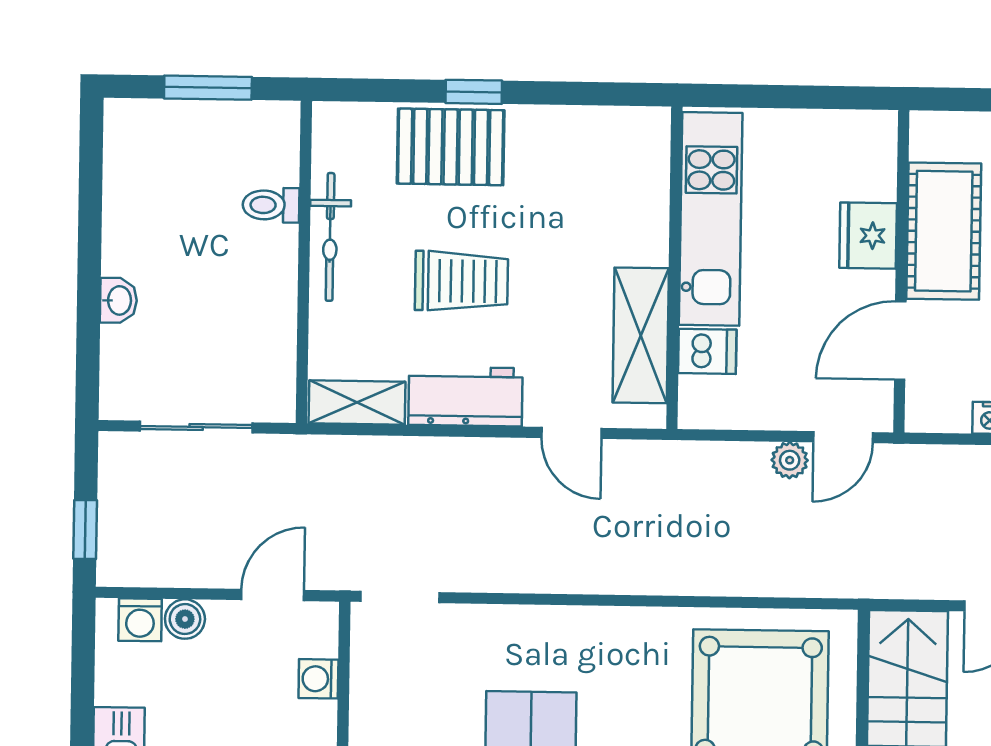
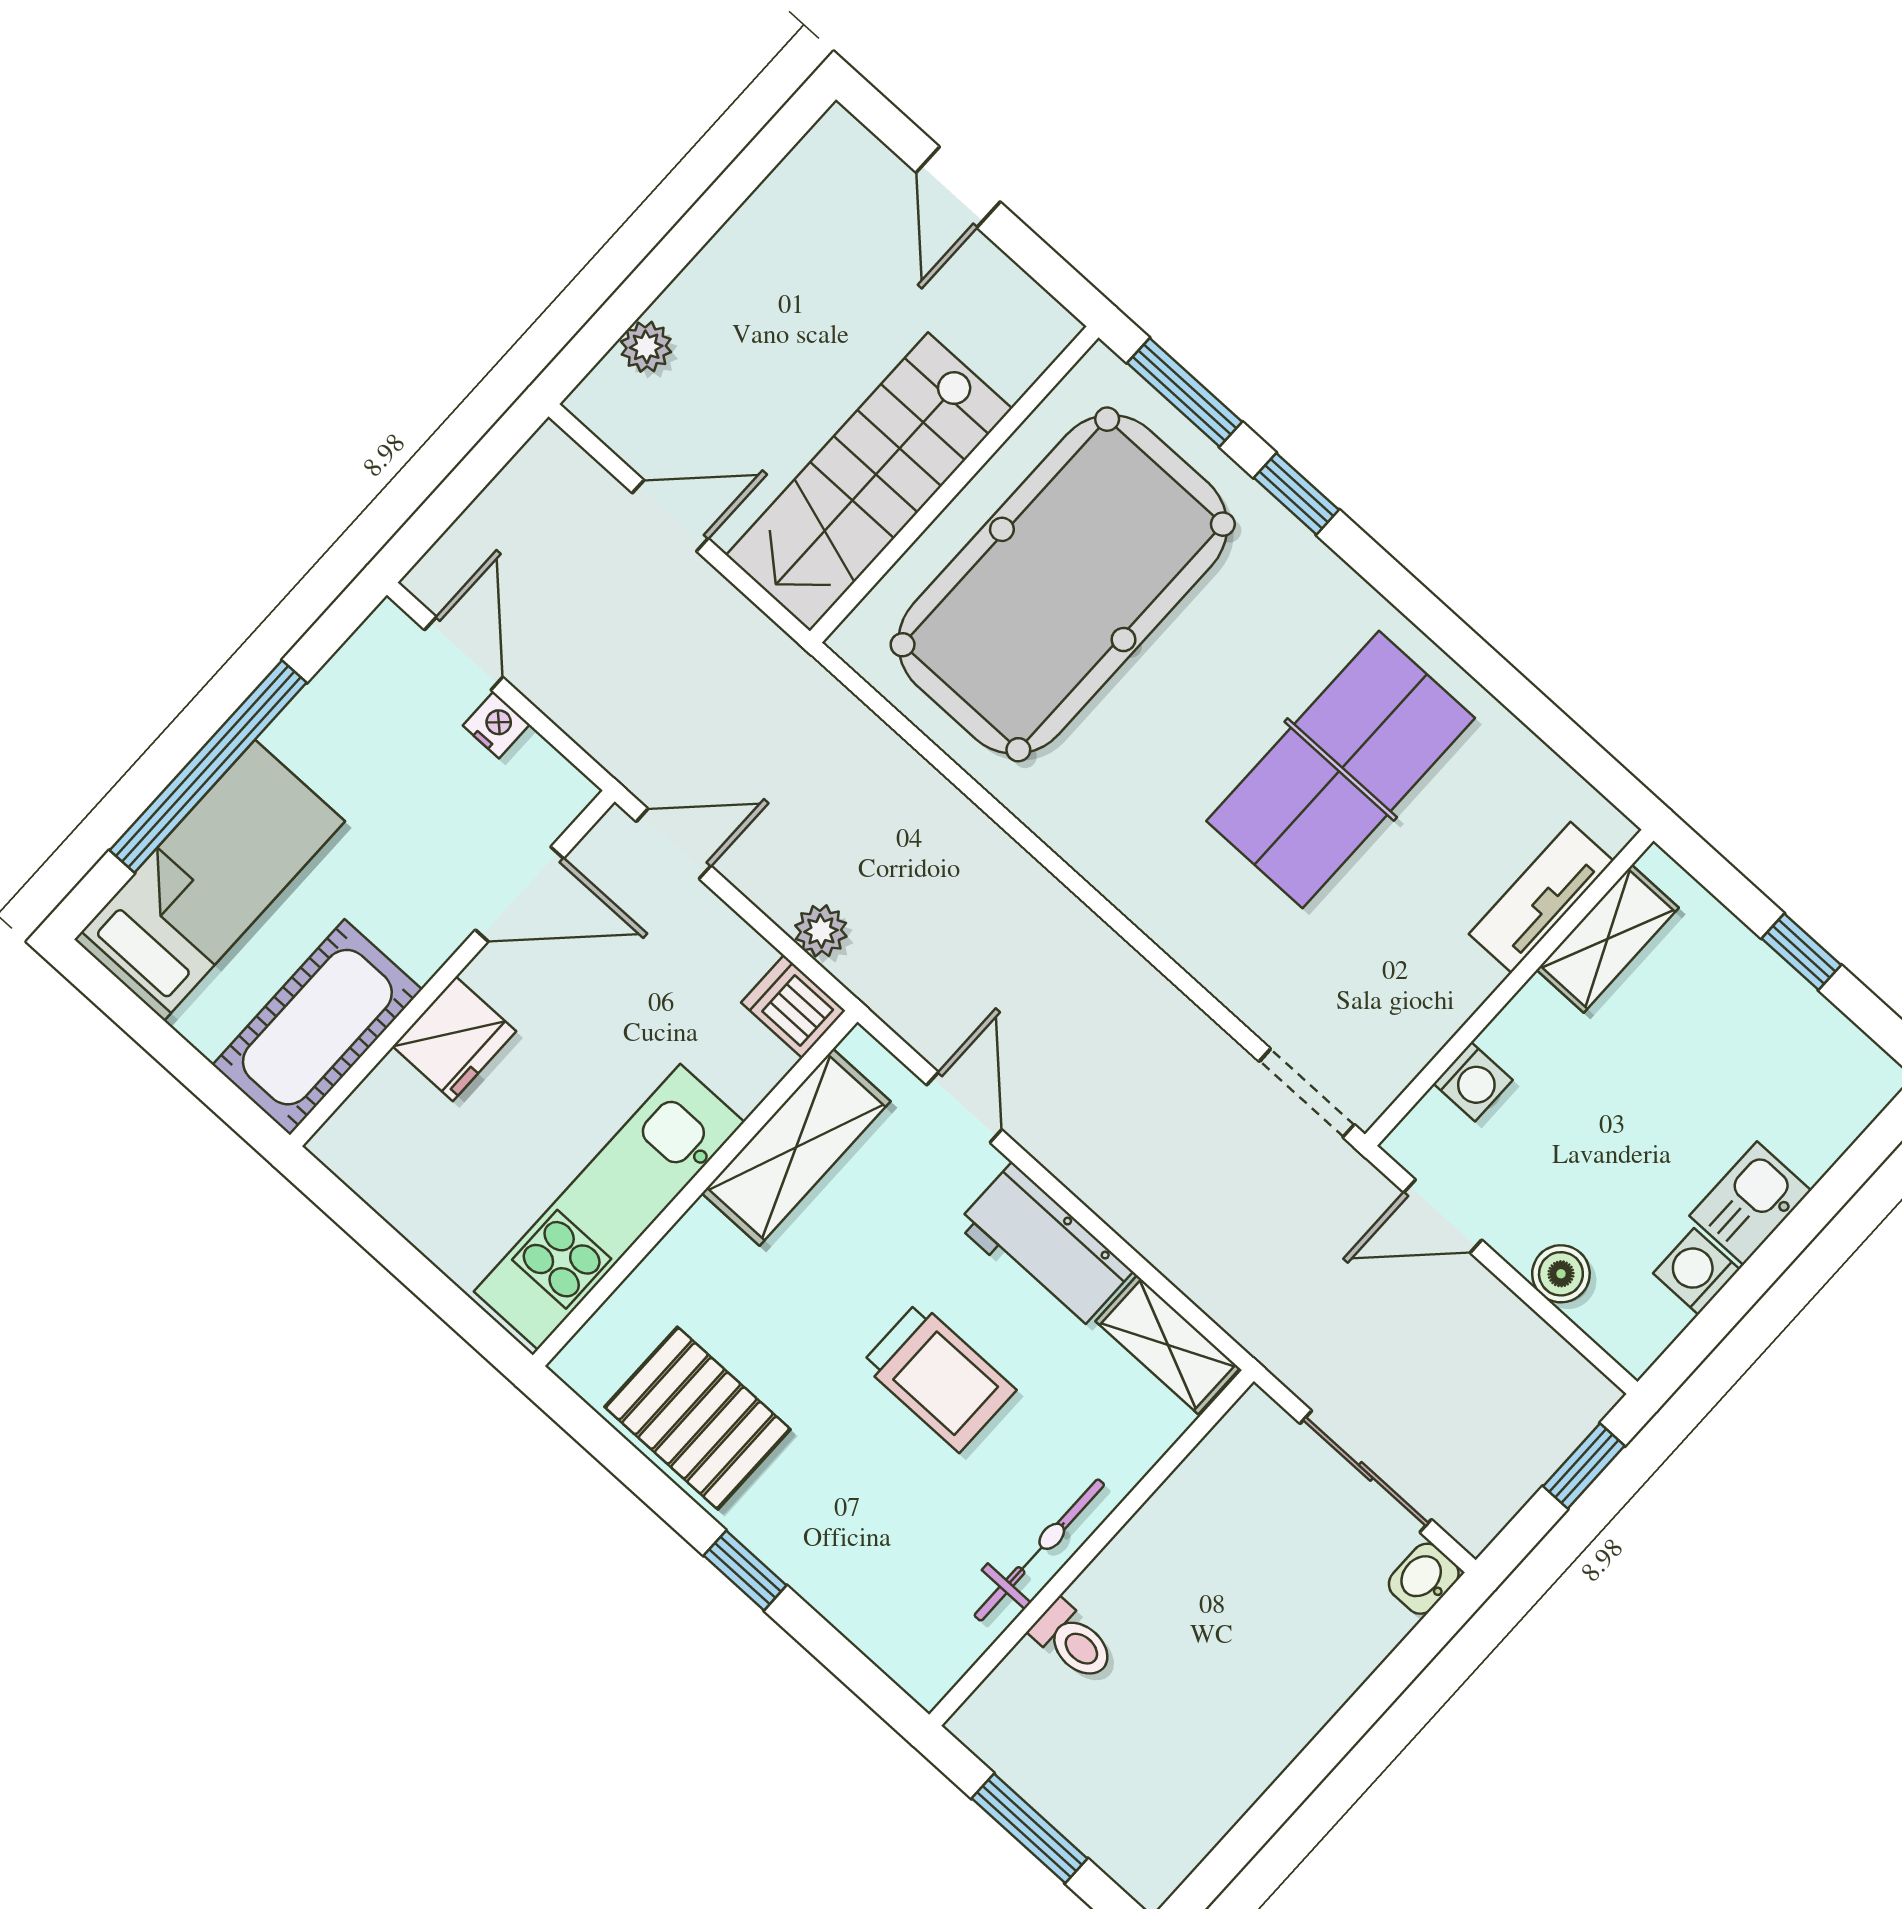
pallet: (451, 147) -> (698, 1418), moved
cot: (944, 231) -> (317, 1027), moved
trolley: (461, 281) -> (939, 1377), turned 180
washbasin: (118, 300) -> (1424, 1579), moved
dishwasher: (707, 351) -> (793, 1007), moved
plant: (790, 460) -> (821, 931), moved
washing machine: (140, 620) -> (1696, 1271), moved, turned -90

